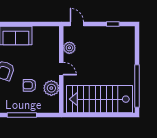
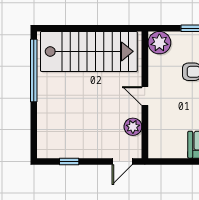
door: (77, 24) -> (122, 161), hinge flipped
plant: (51, 88) -> (159, 43), moved

